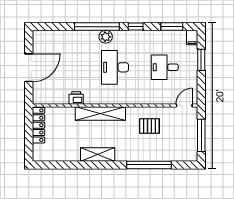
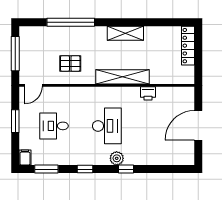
window: (97, 27) -> (126, 169), width x0.32
window: (201, 60) -> (15, 121), moved
desk: (165, 67) -> (54, 126), turned 180
locker: (39, 125) -> (188, 46), moved

